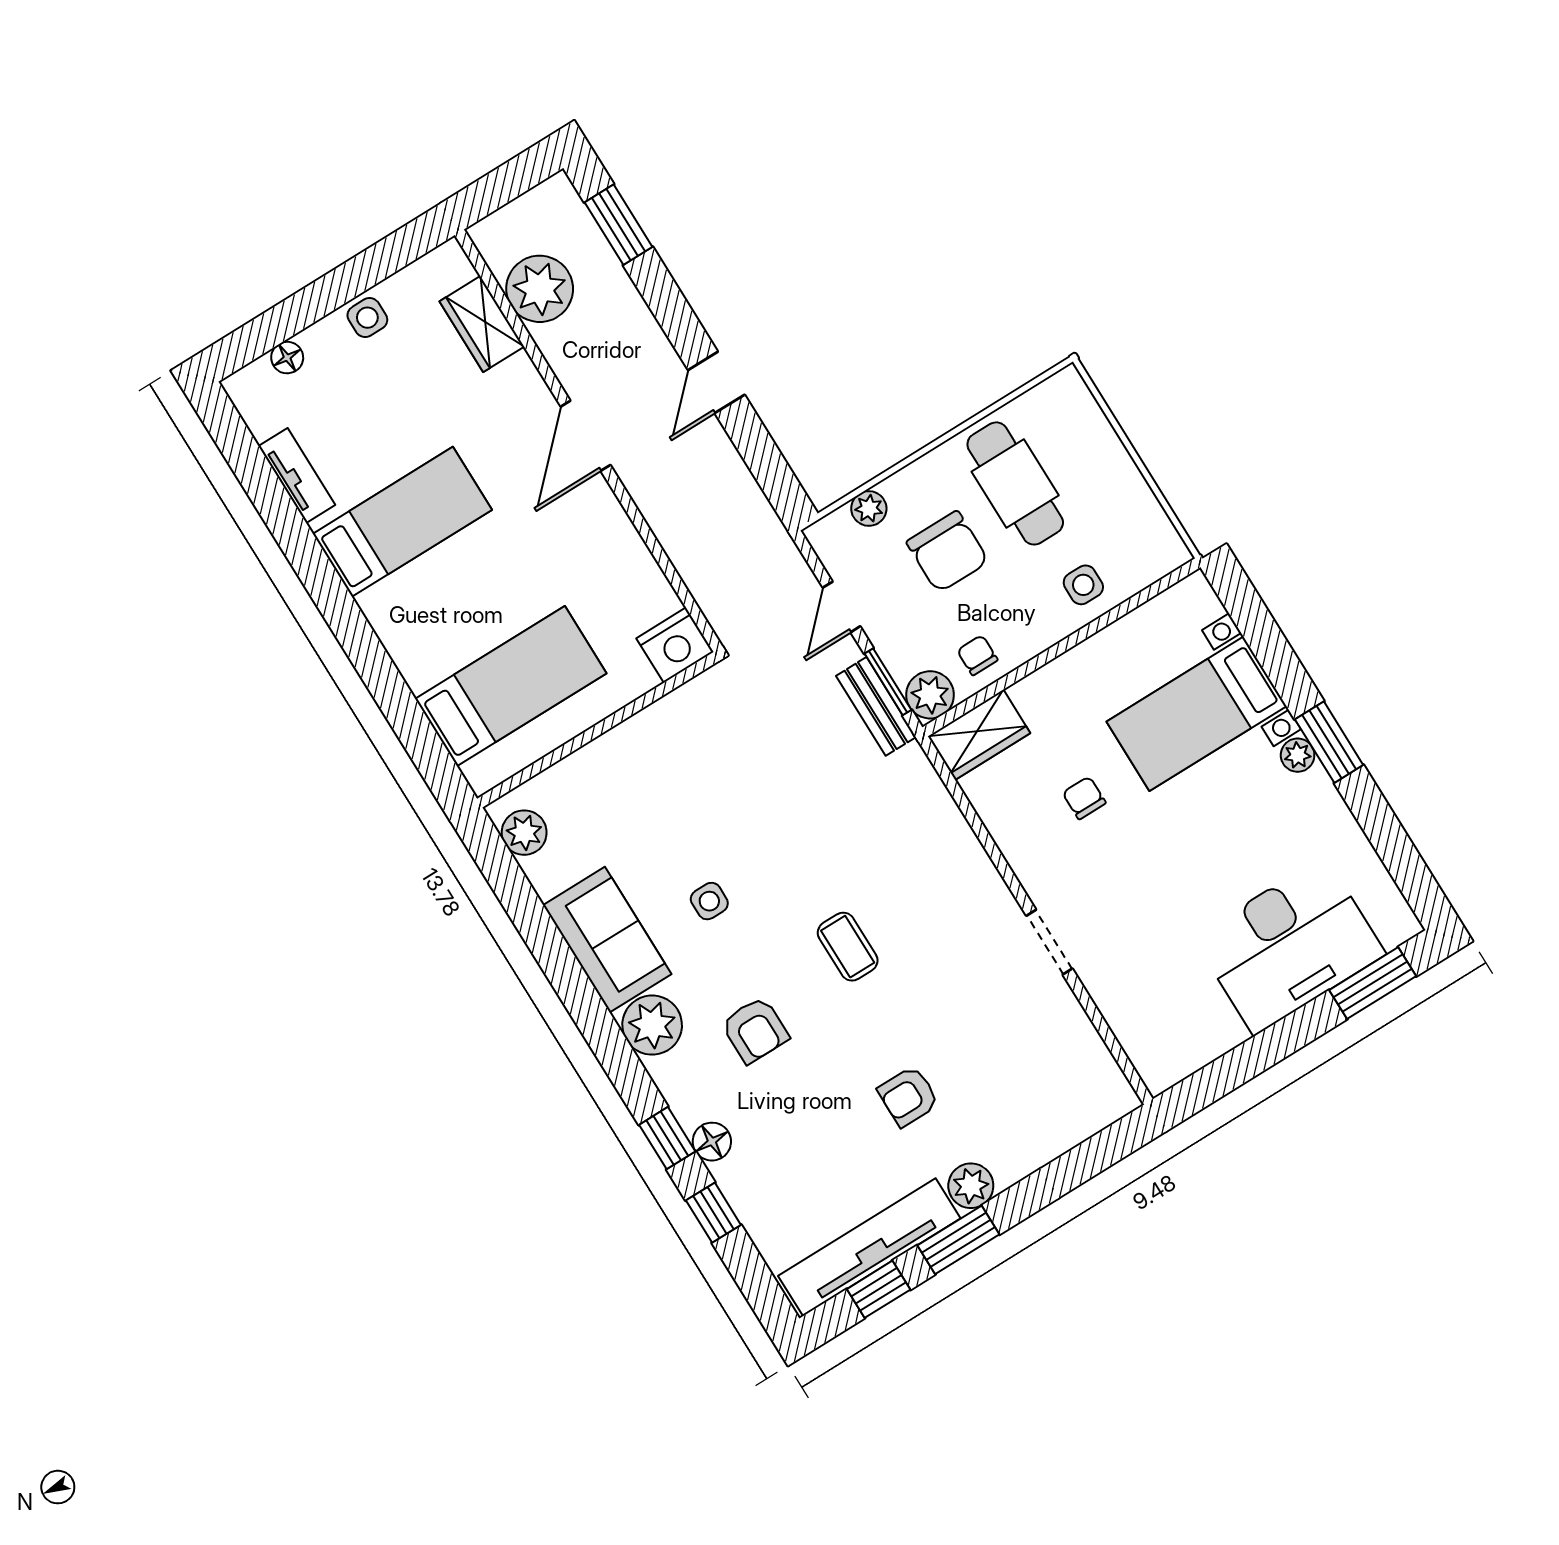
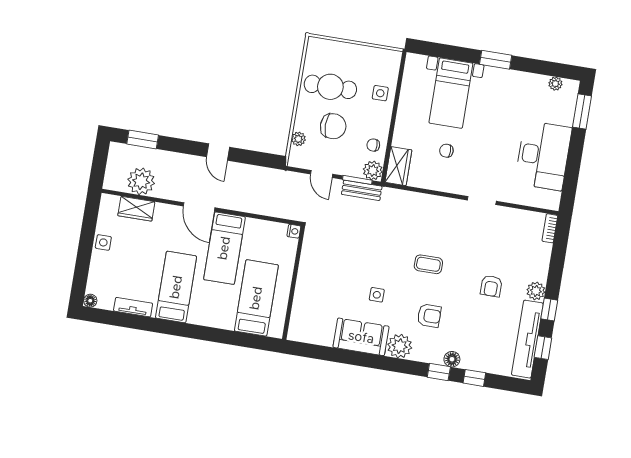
floor lamp: (287, 358) -> (90, 301), moved
bed: (551, 548) -> (224, 248), added
nightstand: (675, 645) -> (294, 231), width x0.53, depth x0.56
plant: (1298, 755) -> (555, 84), moved
plant: (524, 833) -> (305, 334), removed
desk: (1289, 946) -> (543, 155), moved
bookcase: (1108, 1111) -> (550, 228), added
window: (958, 1240) -> (549, 309), width x0.67

